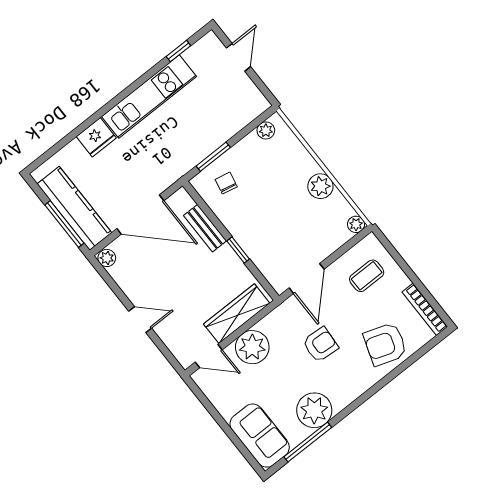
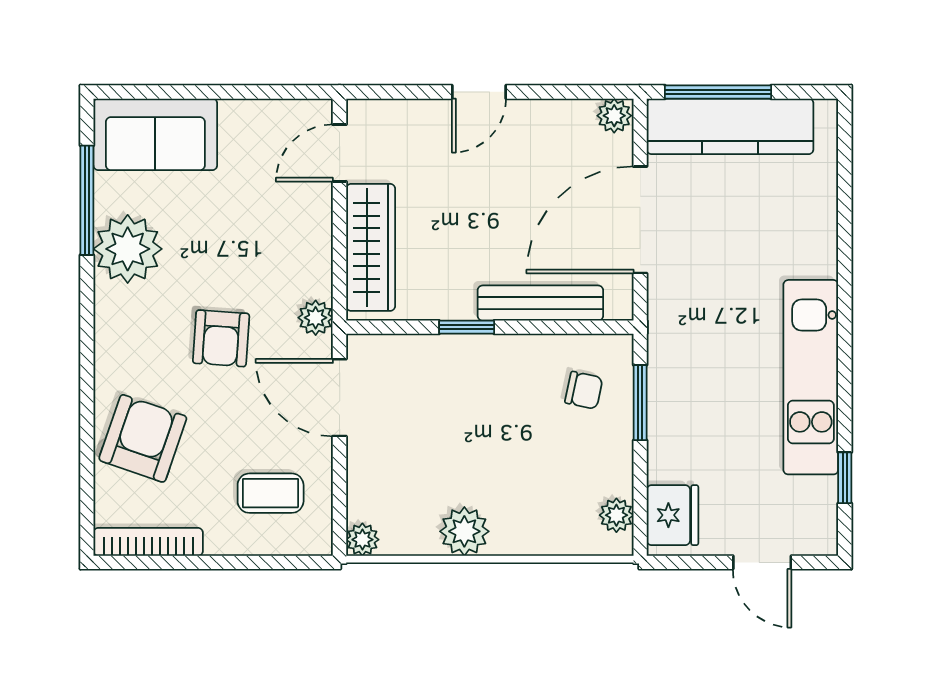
fridge: (96, 137) -> (672, 515), moved, turned 180
bench: (205, 228) -> (540, 303), width x1.36
coffee table: (367, 276) -> (271, 493), turned 90
plant: (252, 347) -> (316, 318), moved, width x0.53, depth x0.53

